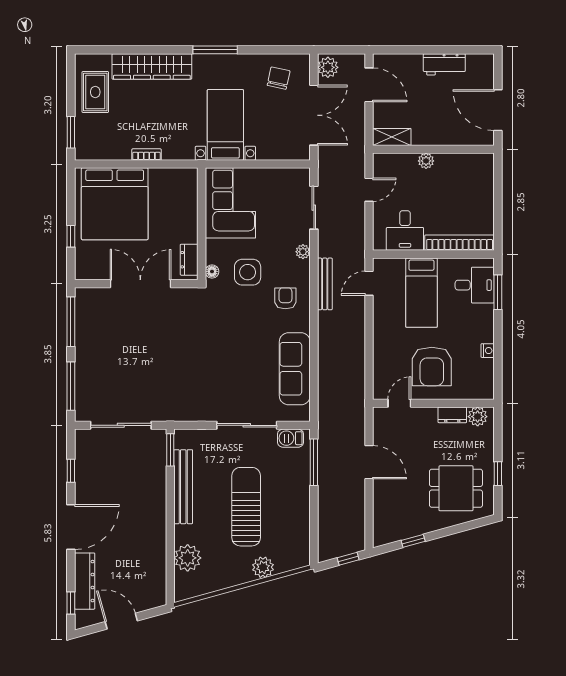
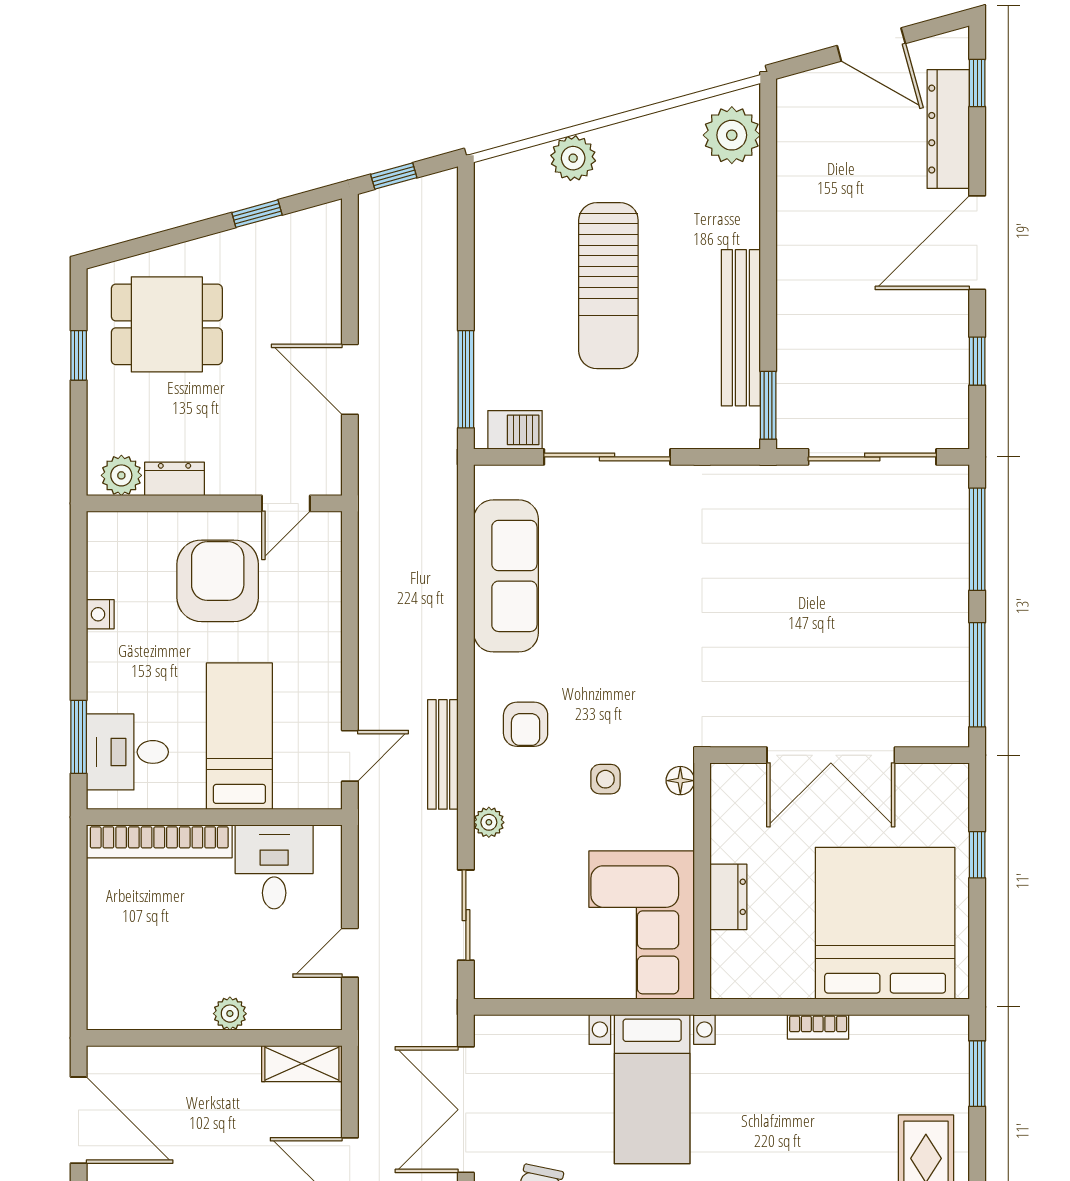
dresser: (189, 260) -> (728, 897), moved
side table: (248, 272) -> (605, 779), width x0.54, depth x0.54
plant: (188, 558) -> (732, 135), moved

